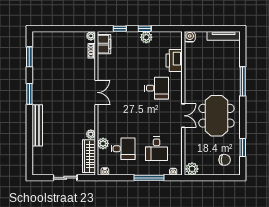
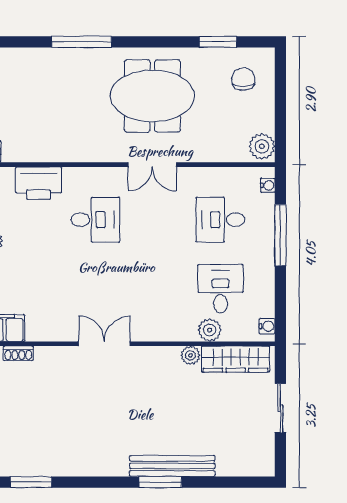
desk: (157, 88) -> (95, 220), turned 90
window: (29, 94) -> (160, 482), moved
double door: (183, 116) -> (152, 165), swing flipped
desk: (157, 149) -> (220, 220), turned 180

